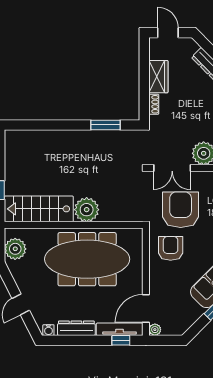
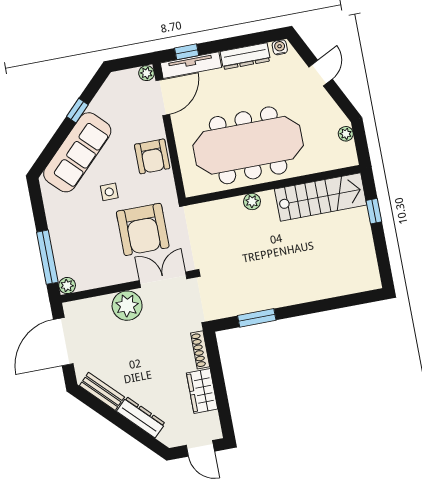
shoe rack: (154, 104) -> (200, 350), width x1.43
plant: (87, 210) -> (252, 202), width x0.53, depth x0.53
side table: (201, 244) -> (109, 192), added
armchair: (171, 248) -> (152, 156), moved
plant: (15, 249) -> (346, 134), width x0.53, depth x0.53

